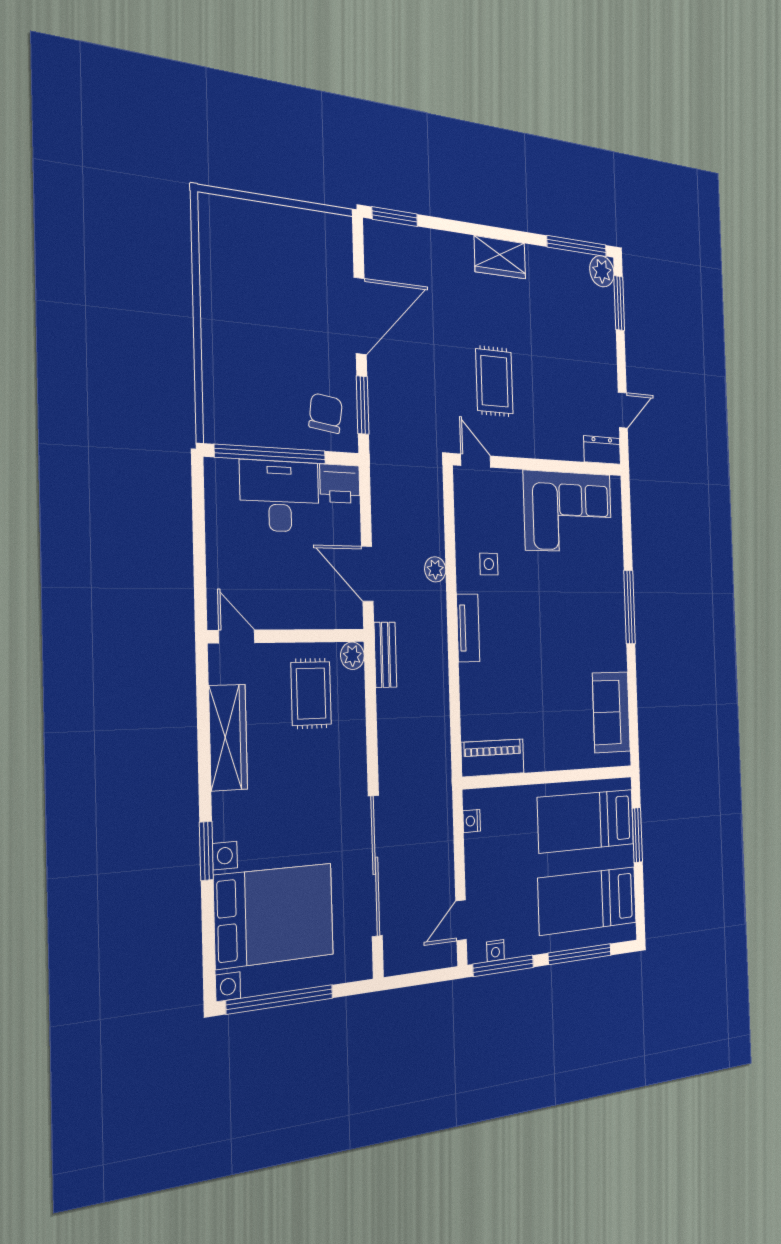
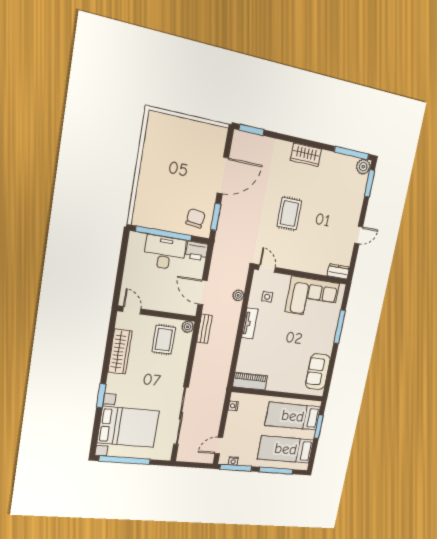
dresser: (602, 450) -> (338, 271), moved
door: (476, 461) -> (267, 269), moved
wall: (540, 465) -> (302, 274), moved
corner sofa: (568, 512) -> (312, 298), moved

